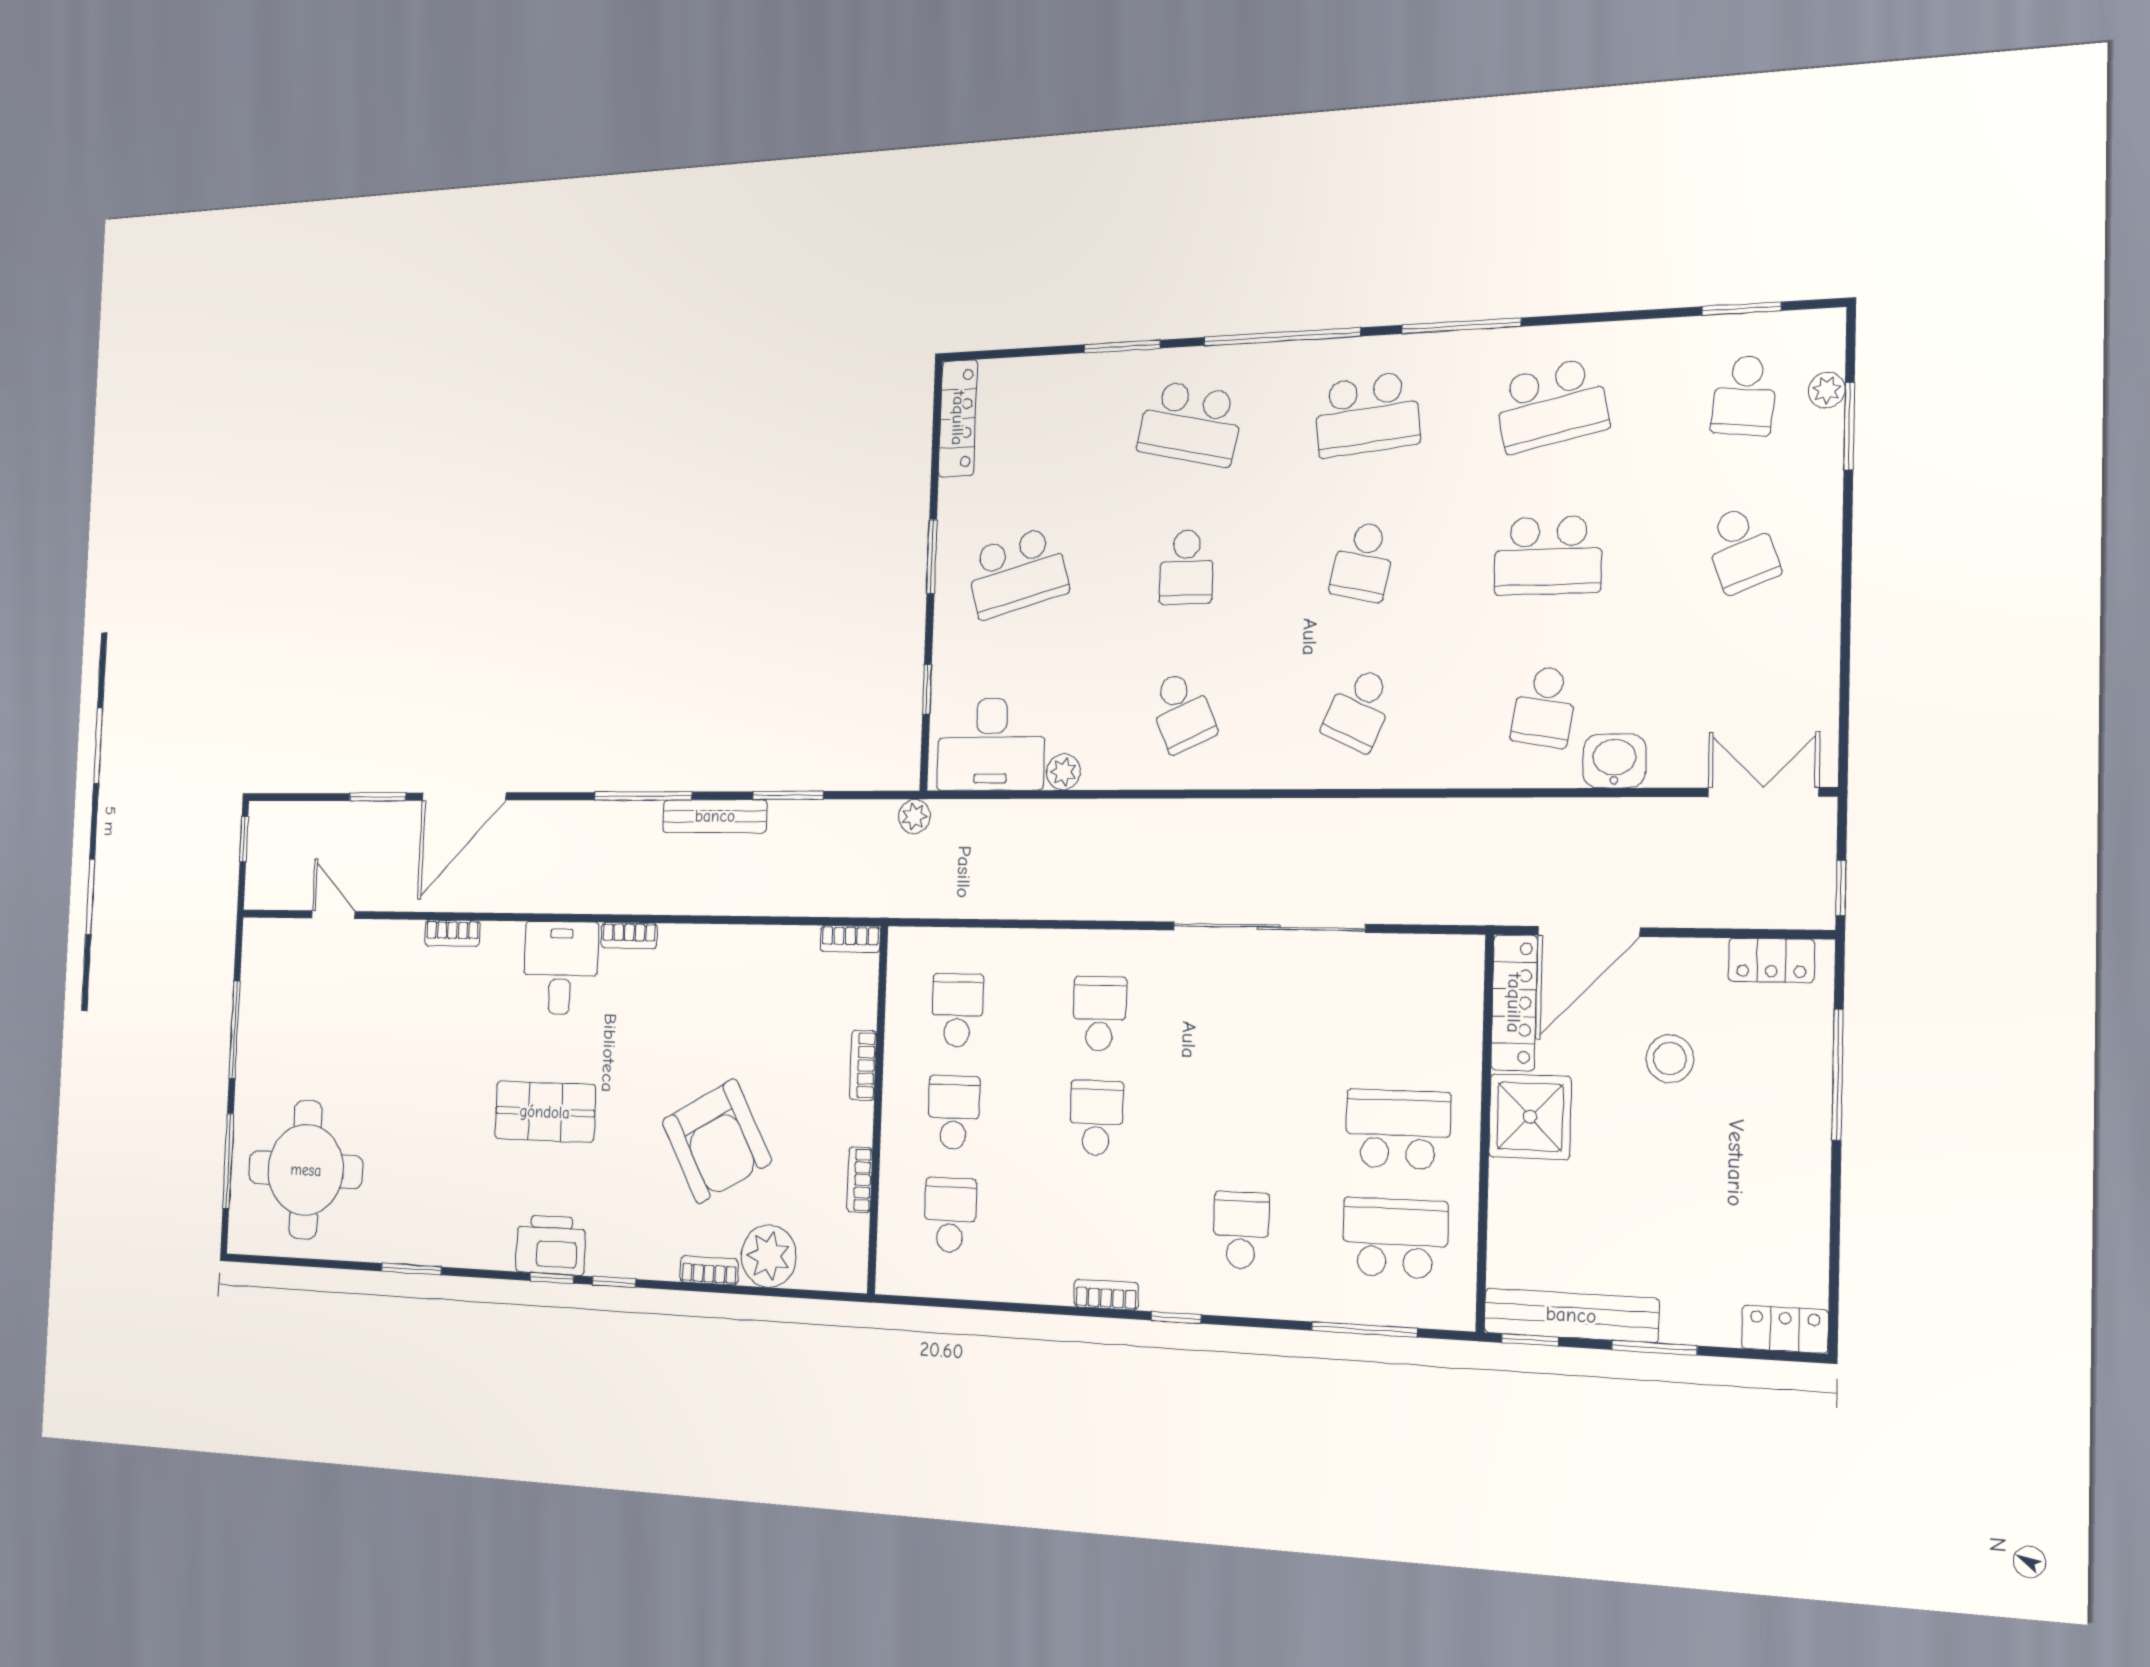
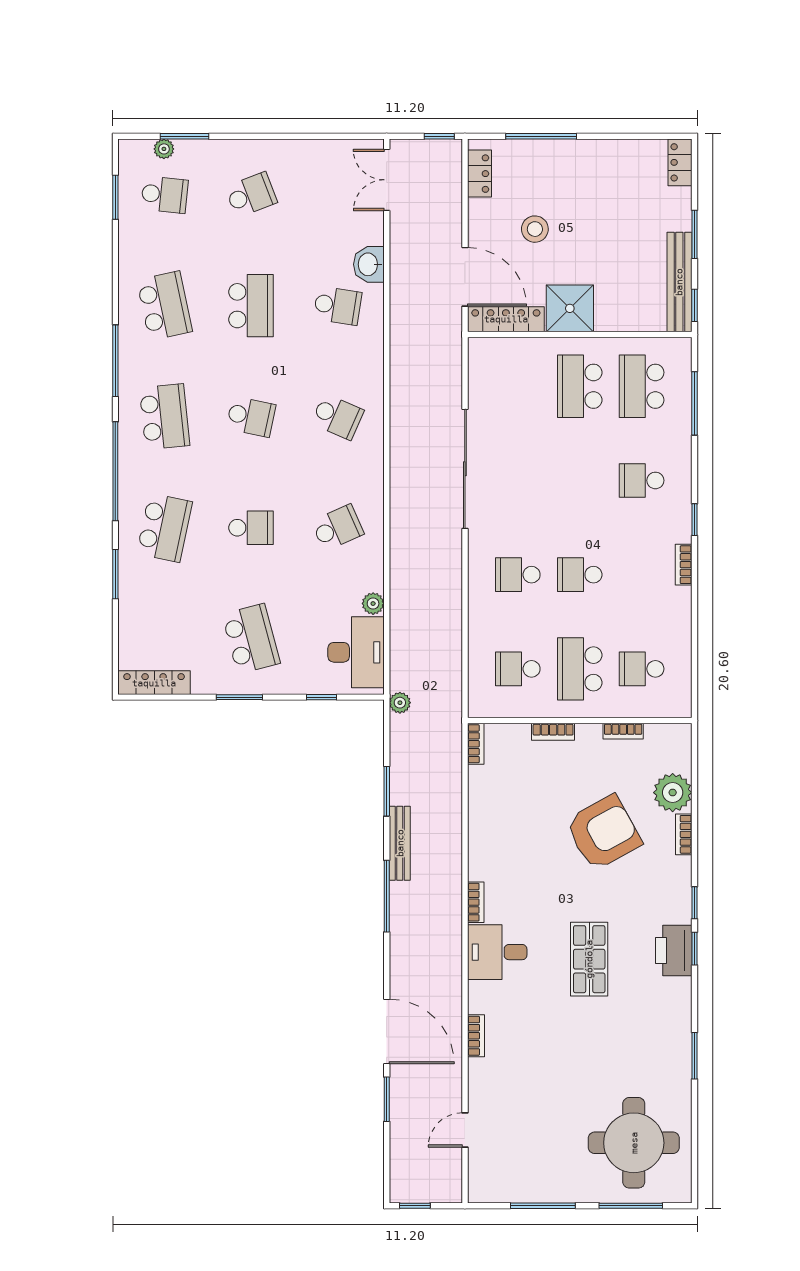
school desk: (954, 1112) -> (580, 669), width x1.85

